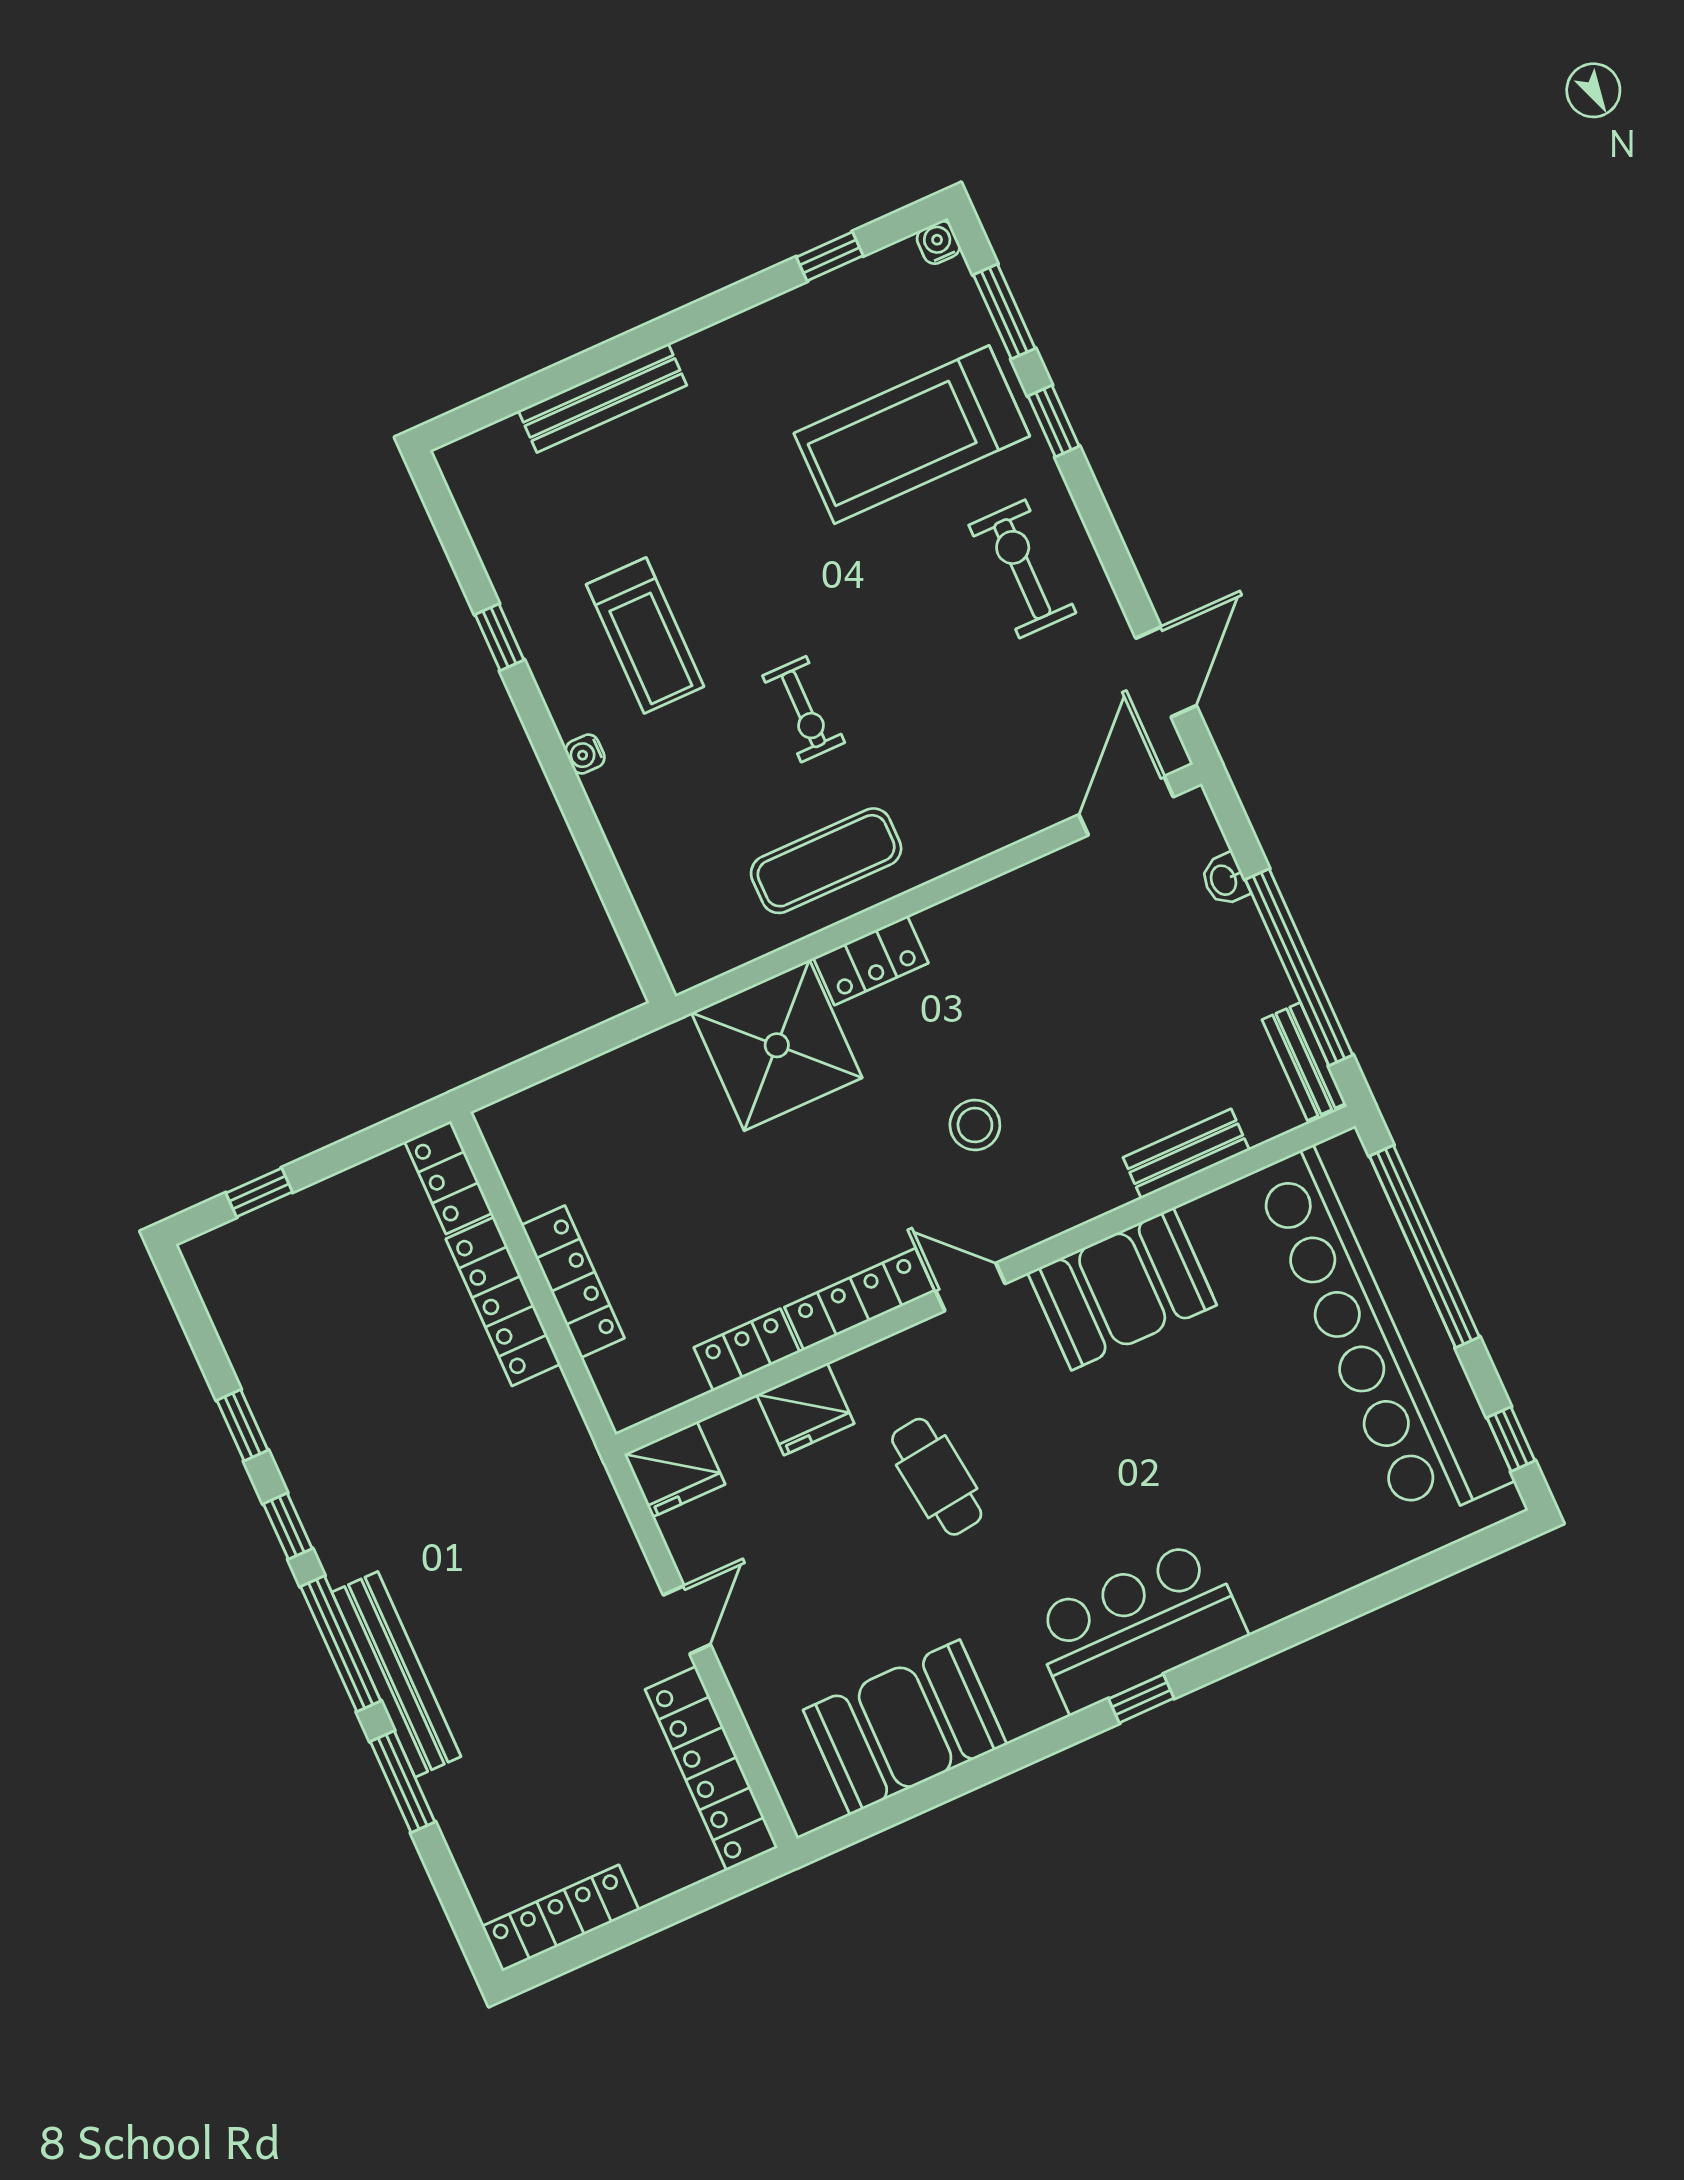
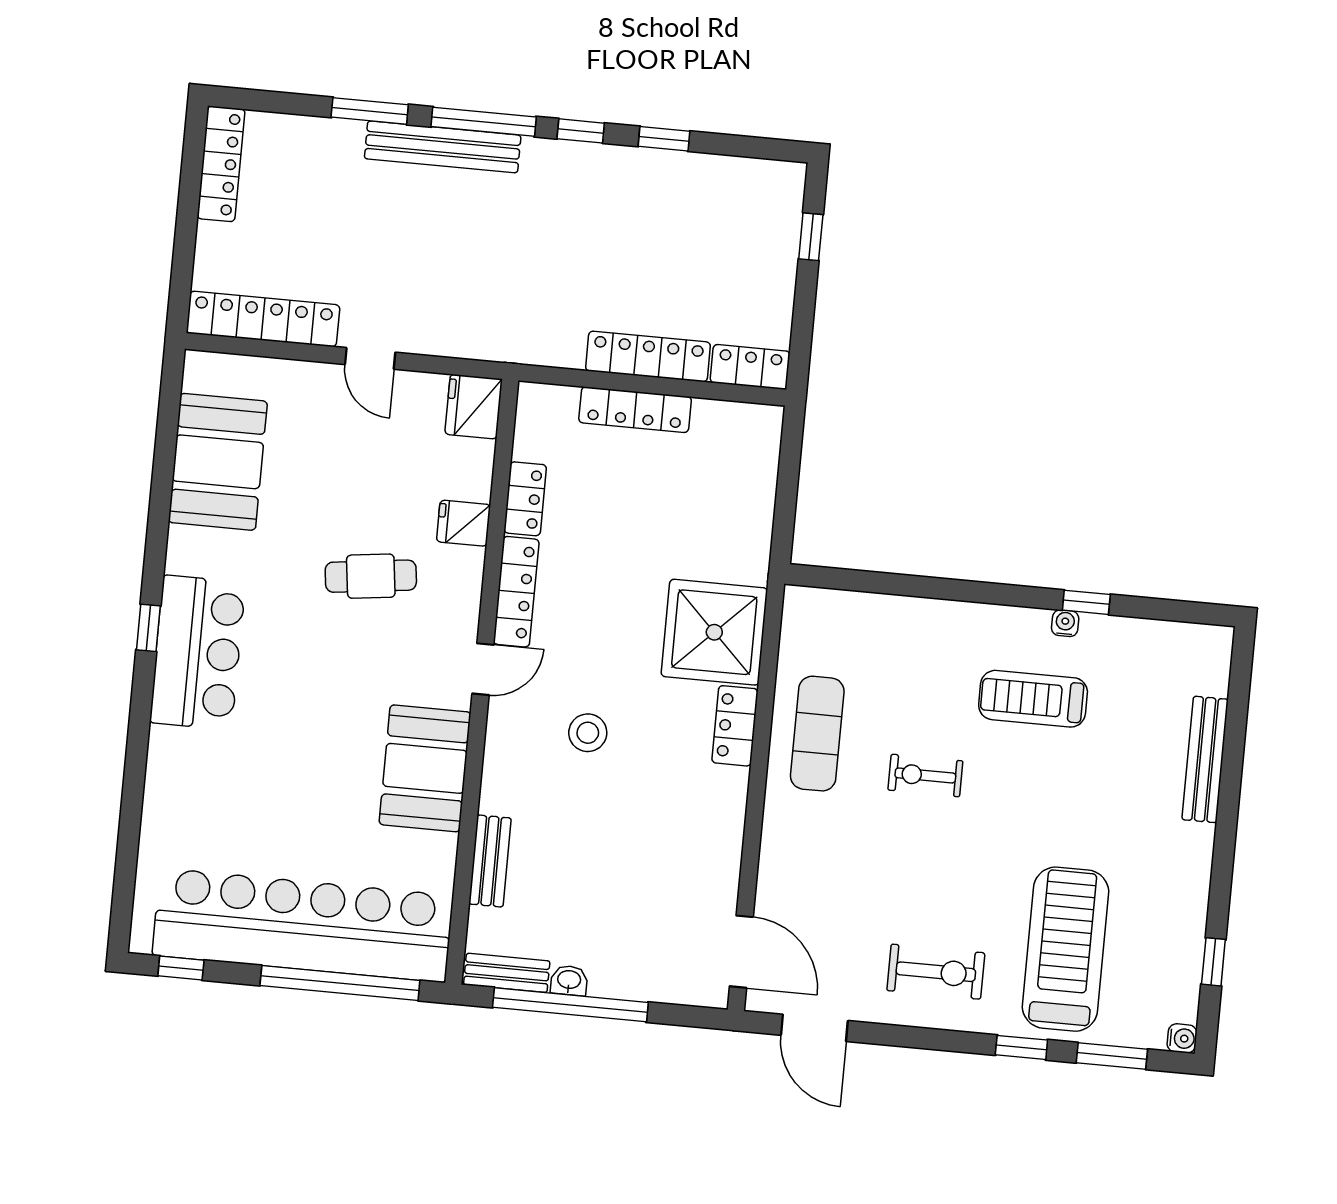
water cooler: (585, 754) -> (1065, 623), moved
washbasin: (1224, 880) -> (569, 980), moved
fridge: (805, 1409) -> (464, 523), width x0.72

